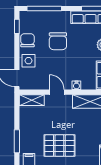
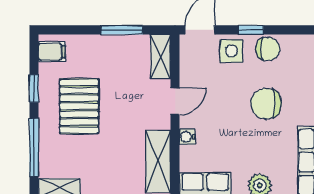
window: (17, 26) -> (251, 30), moved
window: (17, 141) -> (122, 30), moved

